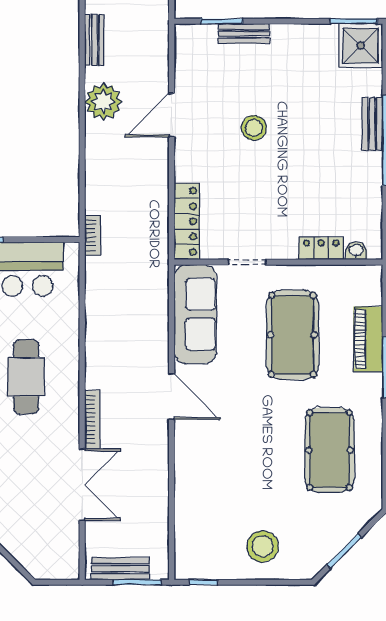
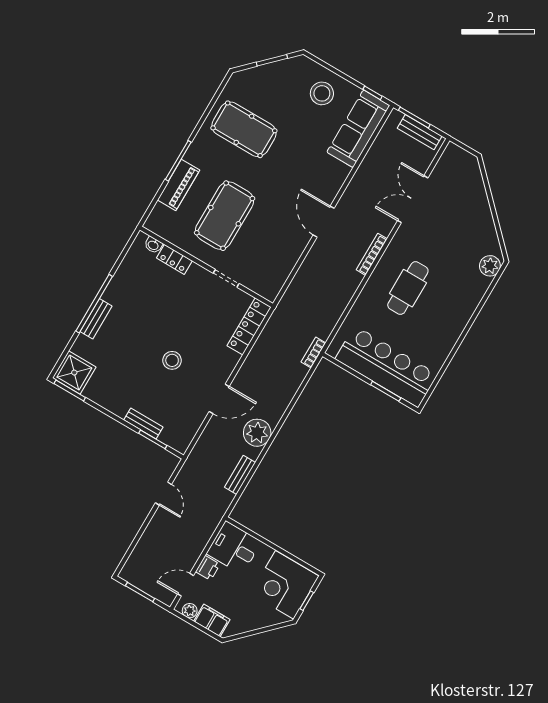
sofa: (195, 314) -> (358, 129), moved
bookcase: (92, 420) -> (372, 254), moved
pool table: (330, 450) -> (244, 129), turned 90

